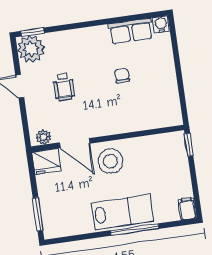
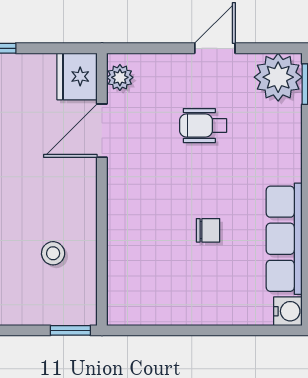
row of seats: (131, 31) -> (284, 239), width x1.48
stool: (111, 161) -> (53, 253), moved, width x0.53, depth x0.53

